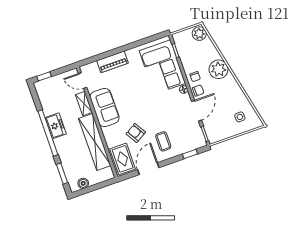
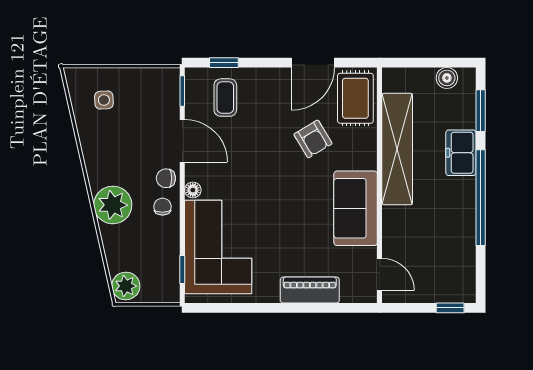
shelving: (84, 103) -> (392, 230), removed
door: (197, 111) -> (182, 141), swing flipped
freezer: (56, 126) -> (461, 153), moved
coffee table: (163, 141) -> (225, 98), moved

